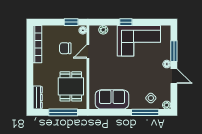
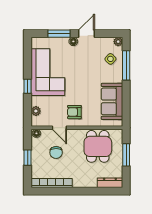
window: (71, 22) -> (28, 158), moved
armchair: (102, 65) -> (74, 112), added
dining table: (71, 86) -> (98, 146), turned 90
window: (63, 112) -> (126, 155), width x0.69

